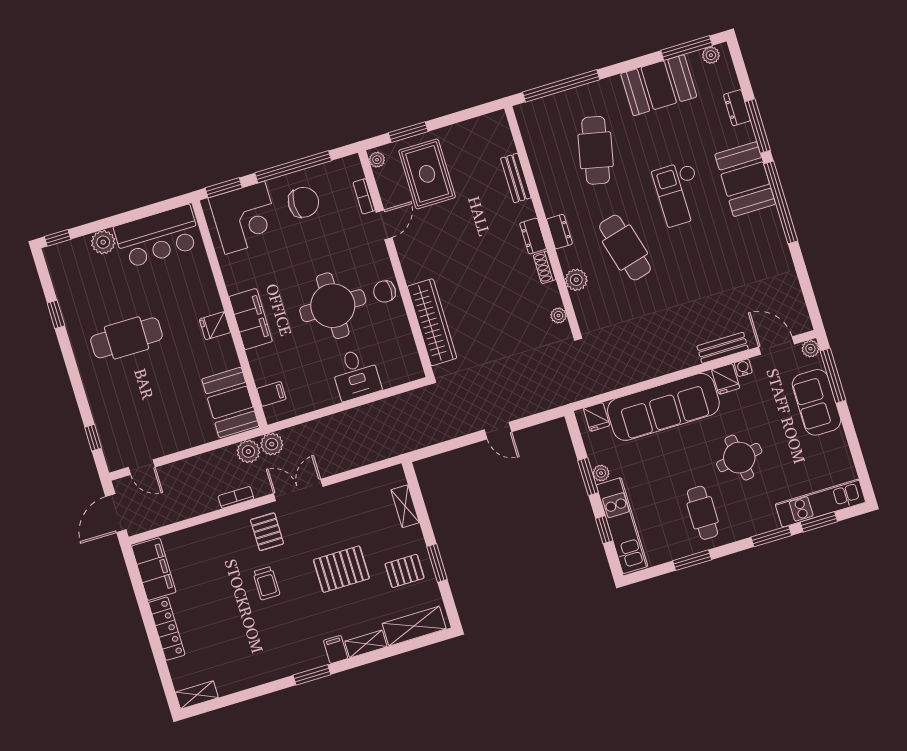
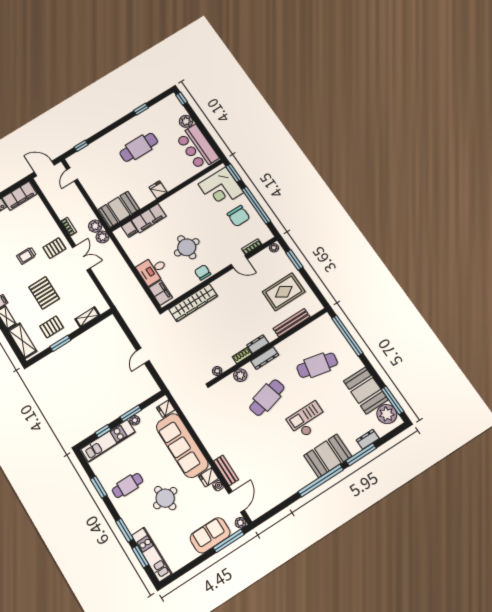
plant: (711, 55) -> (387, 414), width x1.87, depth x1.87
rug: (427, 174) -> (284, 292), moved
bench: (516, 178) -> (292, 323), width x1.36
dresser: (559, 232) -> (265, 358), width x1.44
round table: (333, 306) -> (187, 247), width x0.73, depth x0.73
filing cabinet: (251, 319) -> (149, 218), moved
cafe table: (127, 338) -> (139, 147), turned 90
filing cabinet: (399, 372) -> (160, 293), added
pallet: (405, 571) -> (52, 327), turned 90

